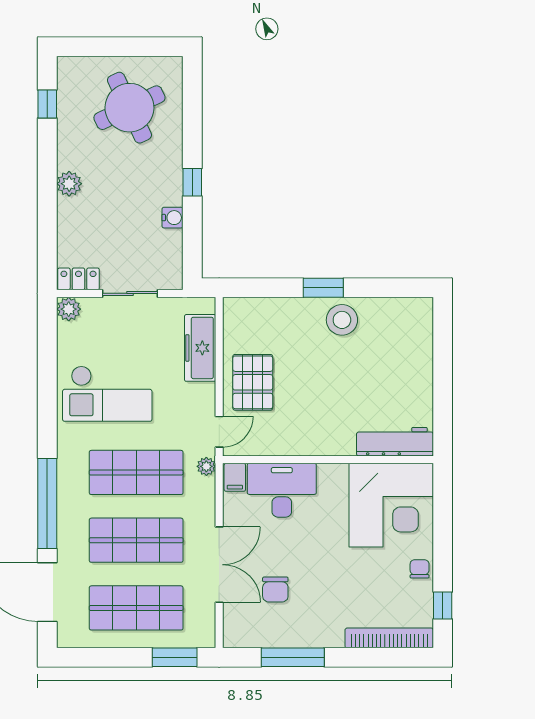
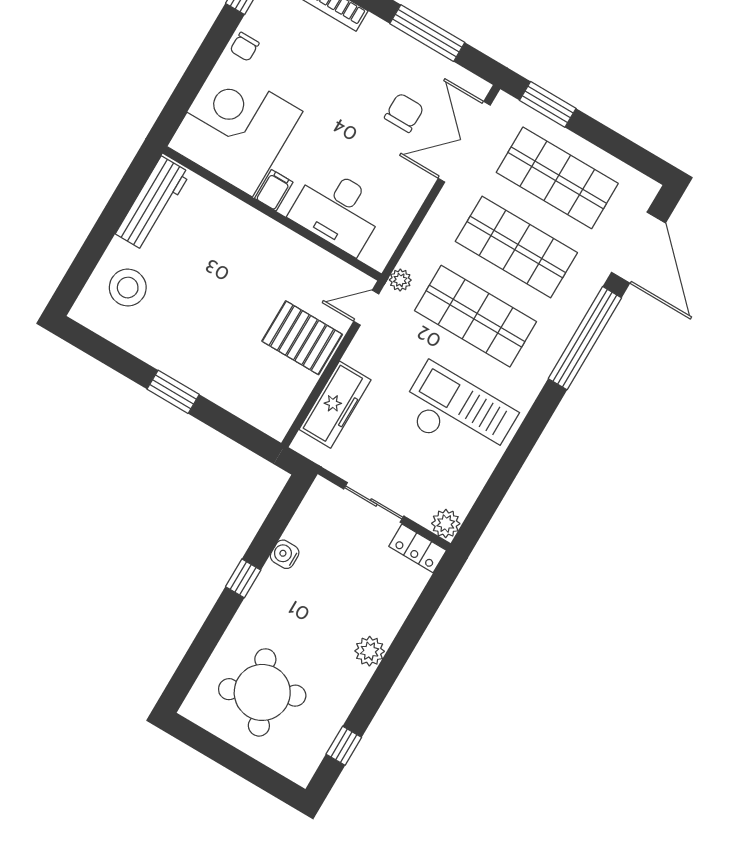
stool: (342, 320) -> (128, 288), moved
pallet: (253, 382) -> (302, 338), turned 90
workbench: (395, 442) -> (153, 203), moved, turned -90
filing cabinet: (235, 477) -> (274, 190), moved
double door: (219, 565) -> (464, 142), moved

